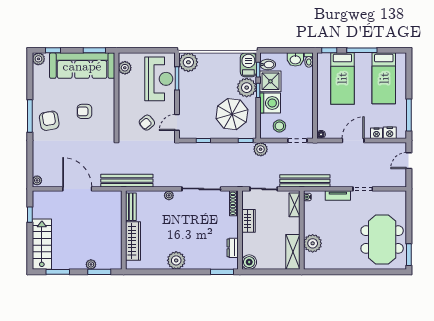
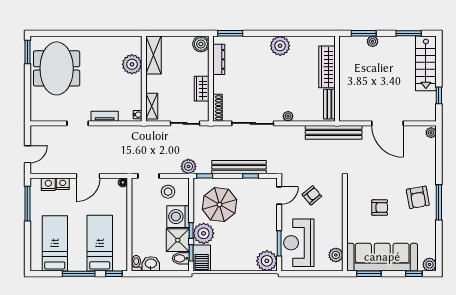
bench: (305, 181) -> (239, 167), moved
dresser: (233, 248) -> (219, 59), width x1.44

